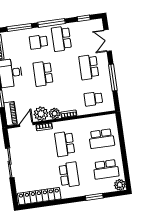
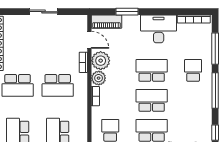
school desk: (61, 39) -> (152, 100), moved
school desk: (65, 144) -> (58, 85), turned 180
sliding door: (10, 163) -> (44, 12), width x0.73

